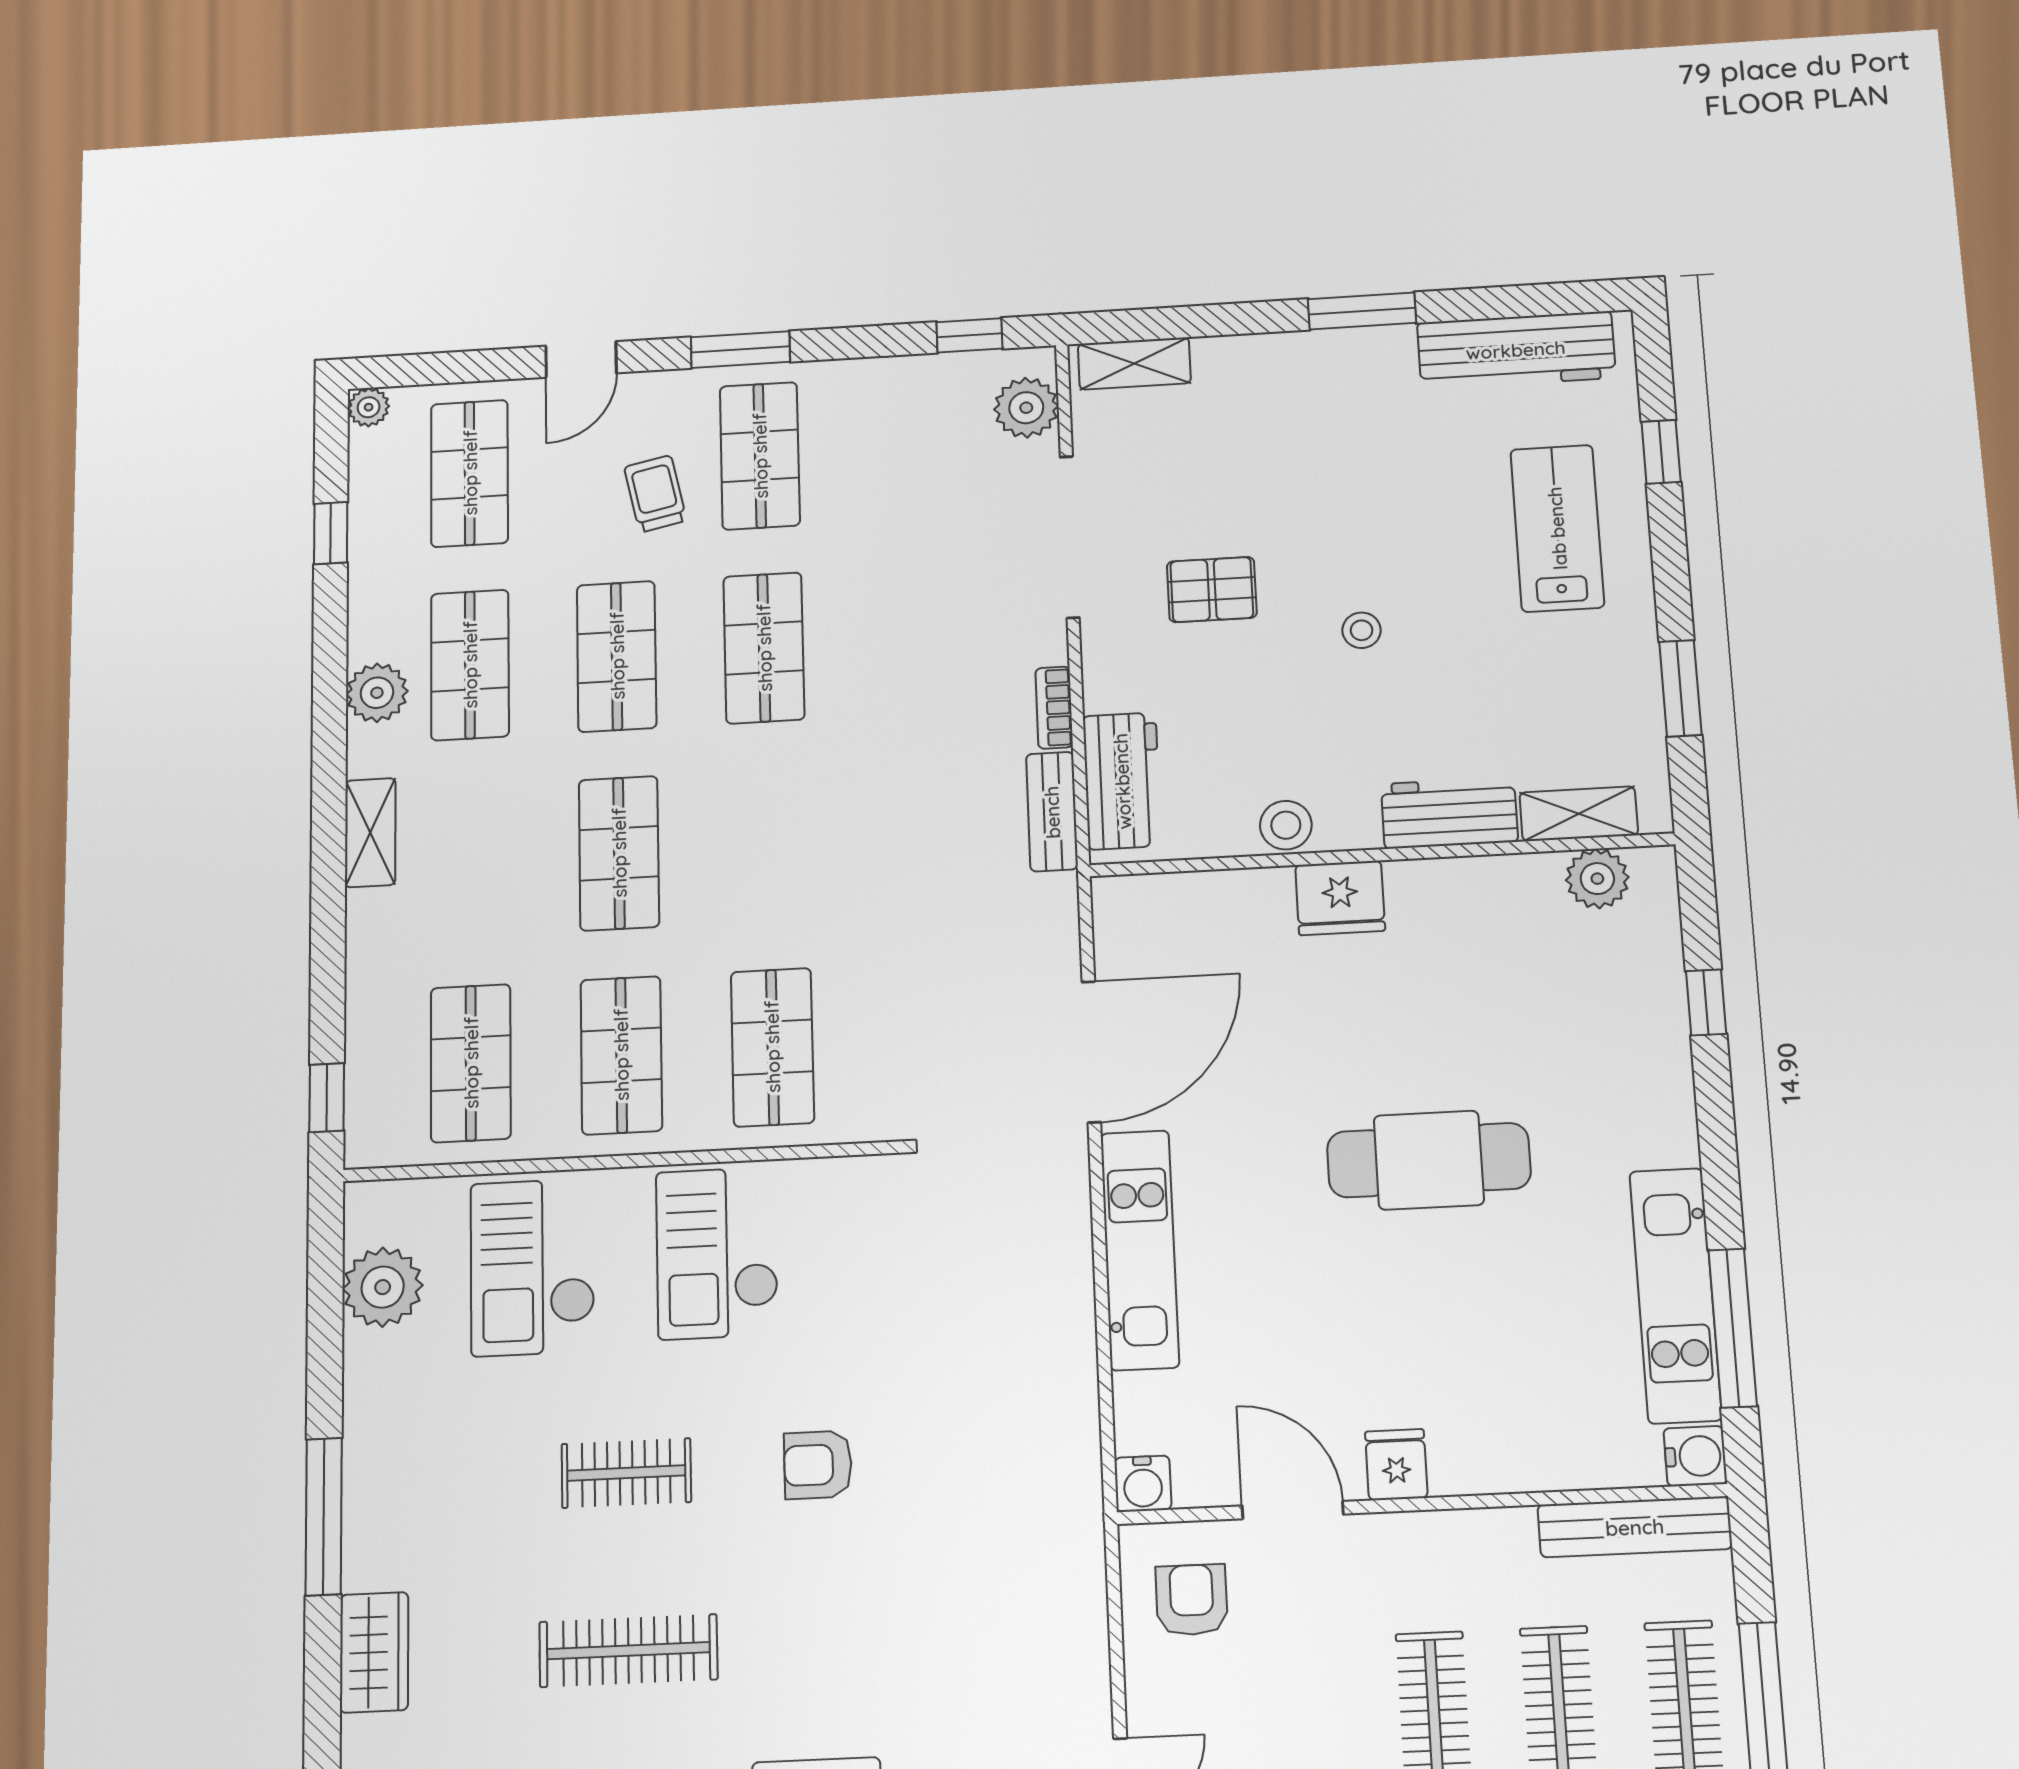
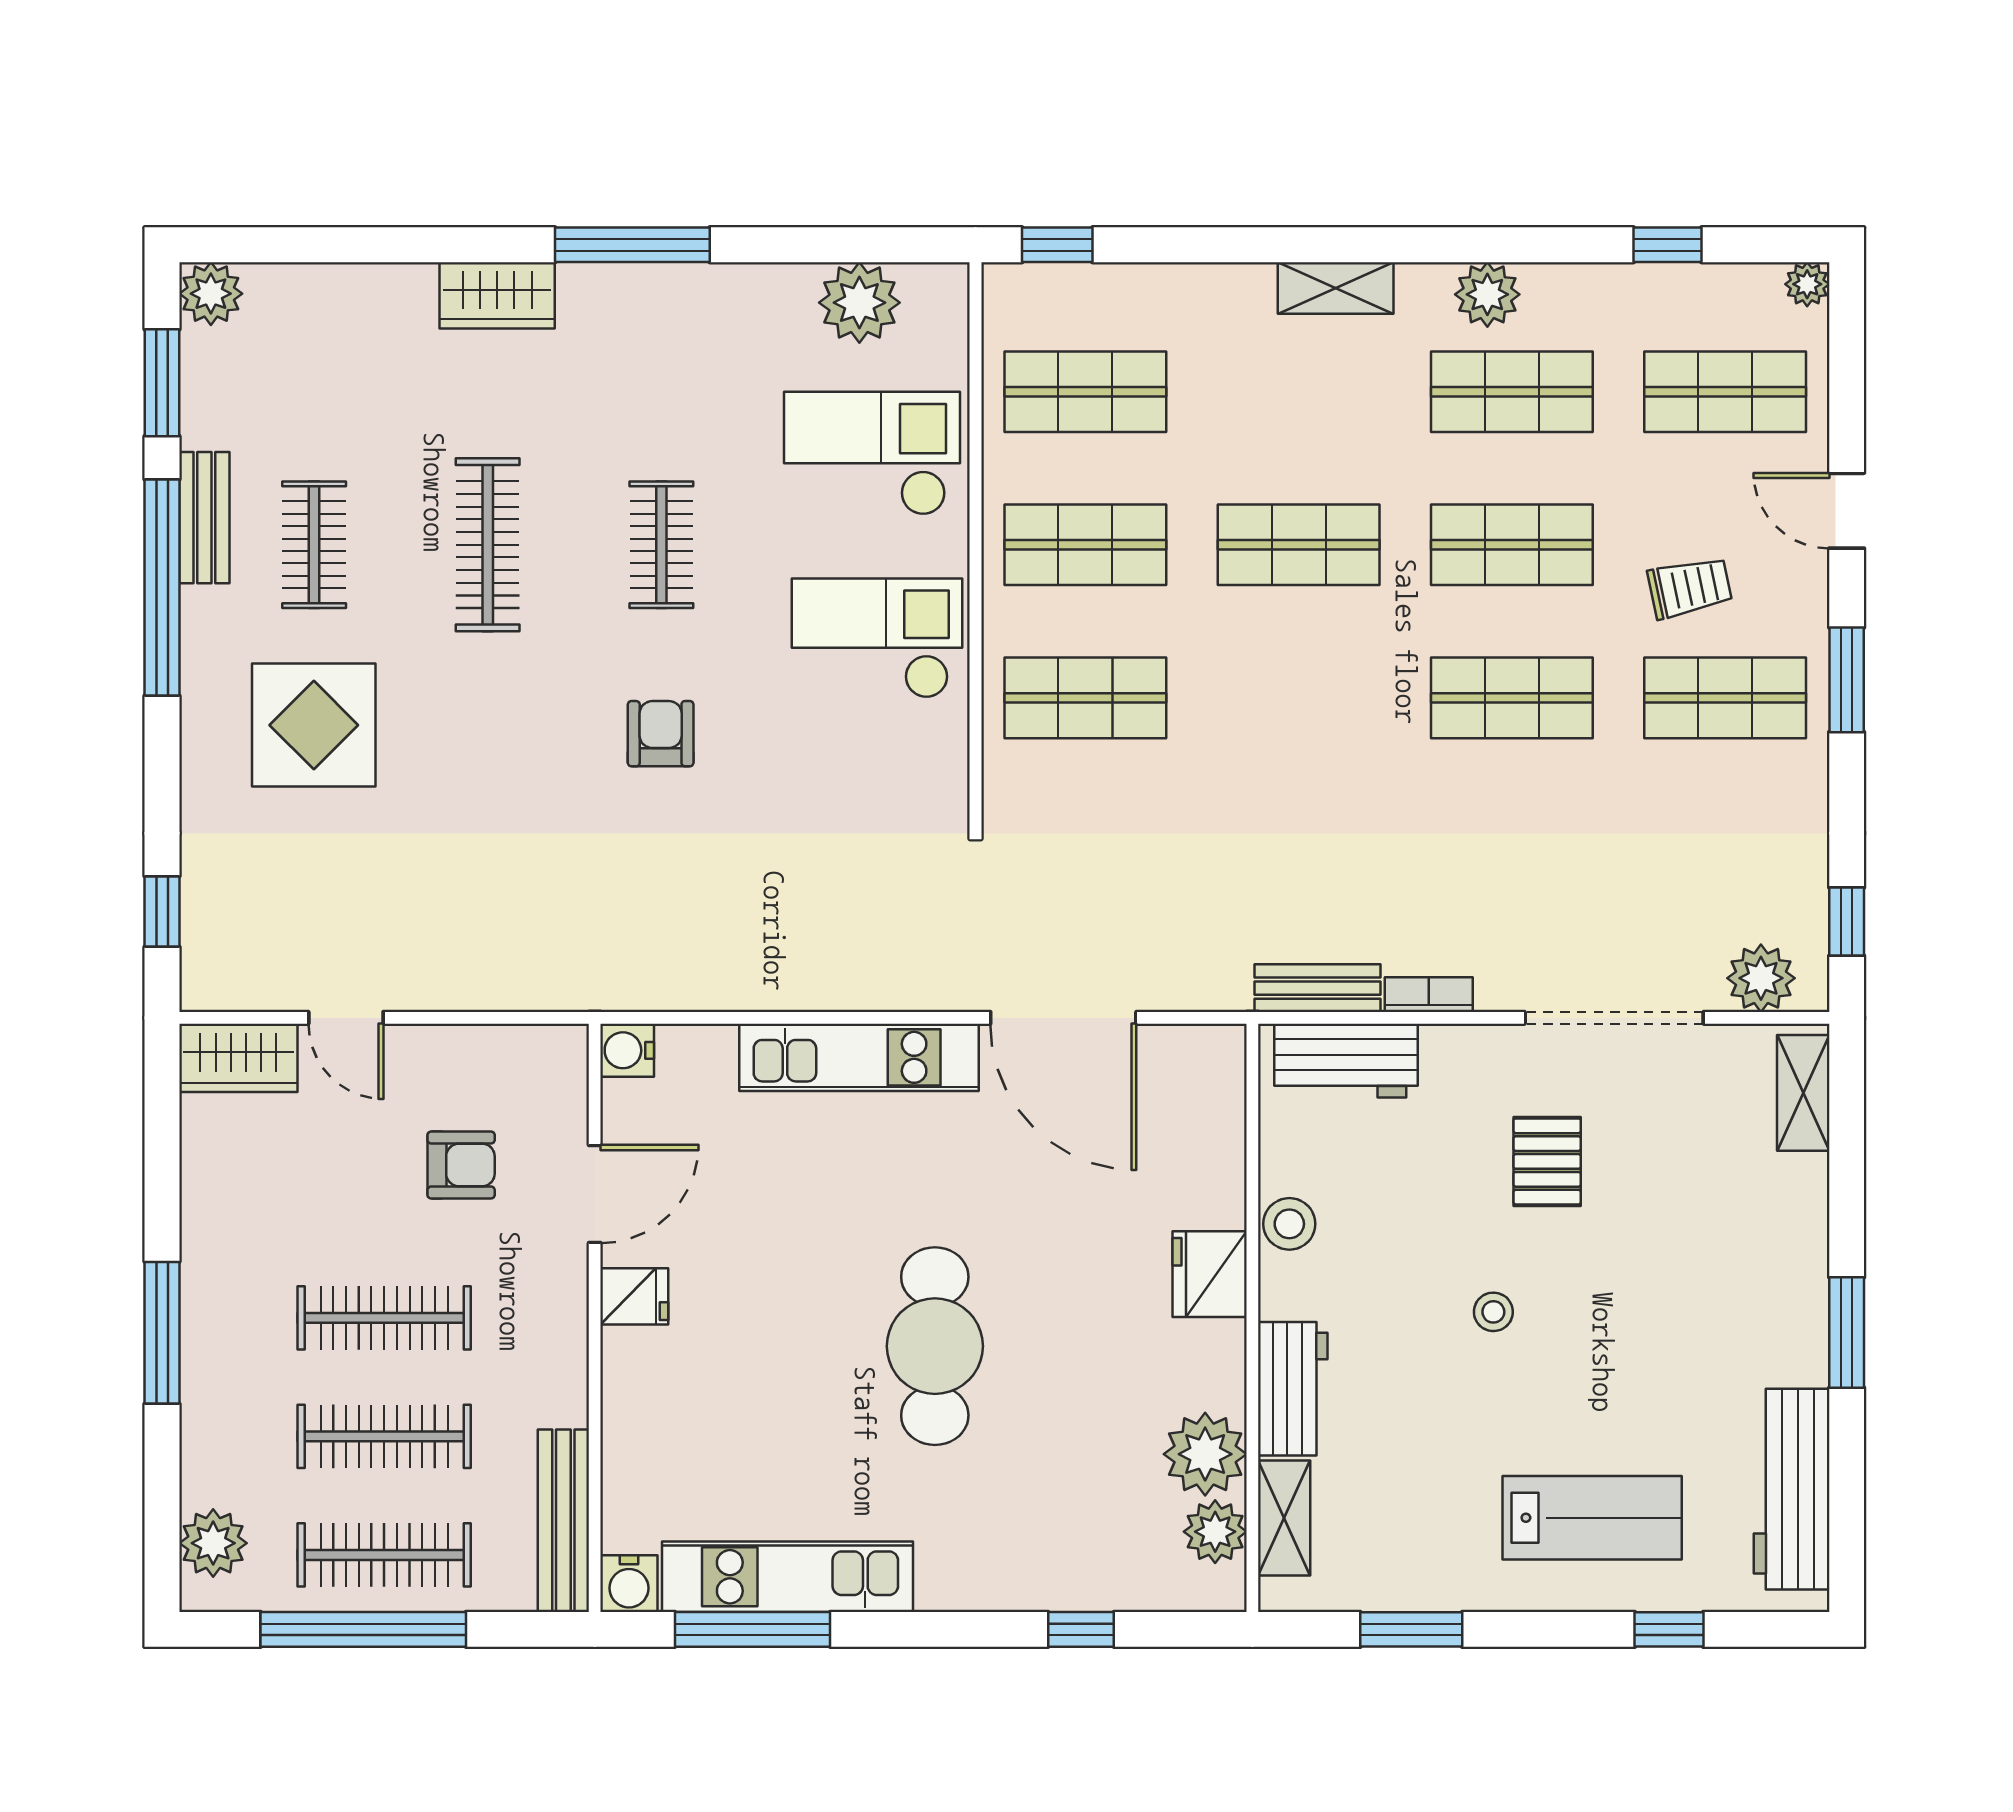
plant: (1520, 892) -> (1205, 1454), added
armchair: (1192, 1600) -> (461, 1165), moved

